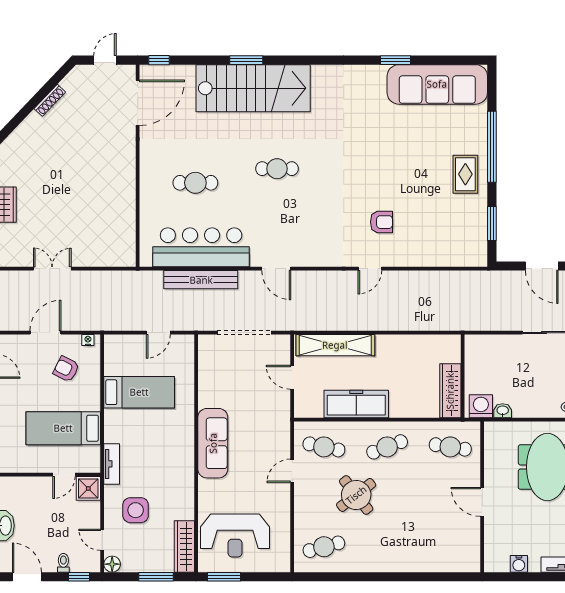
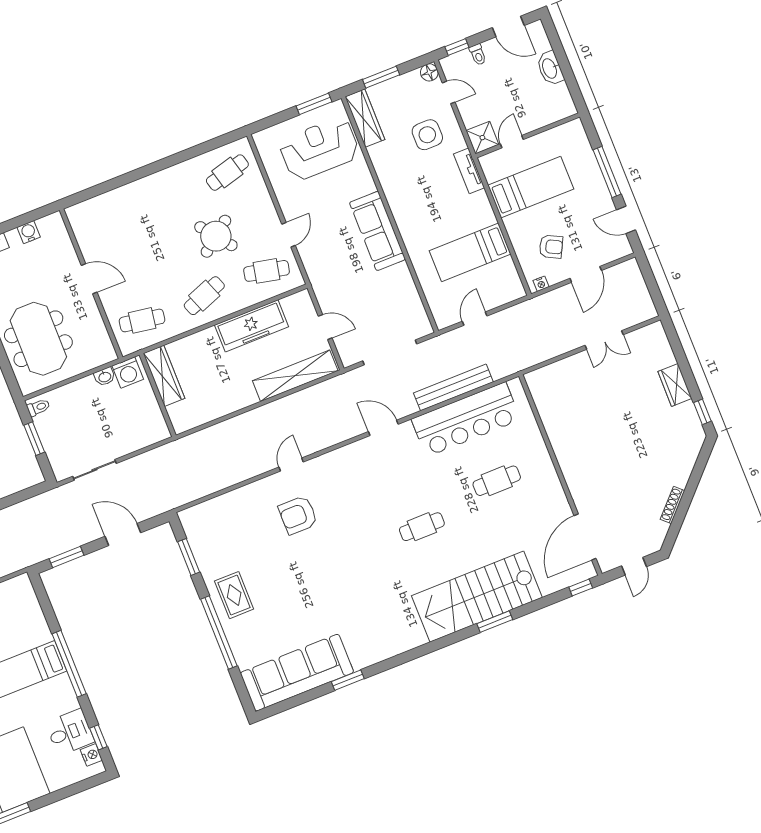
armchair: (382, 222) -> (298, 515), width x1.38, depth x1.38

